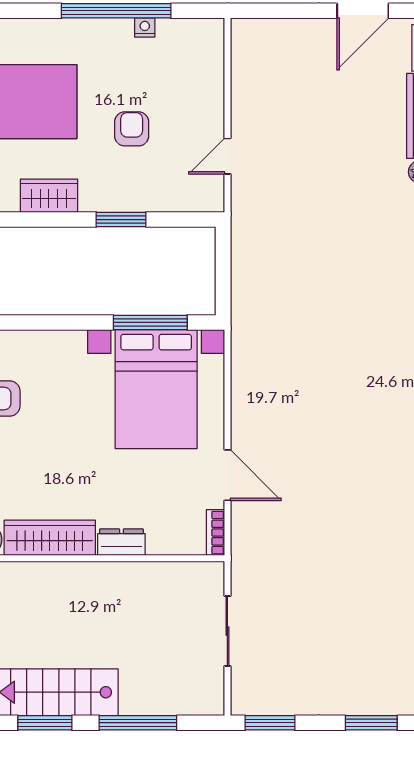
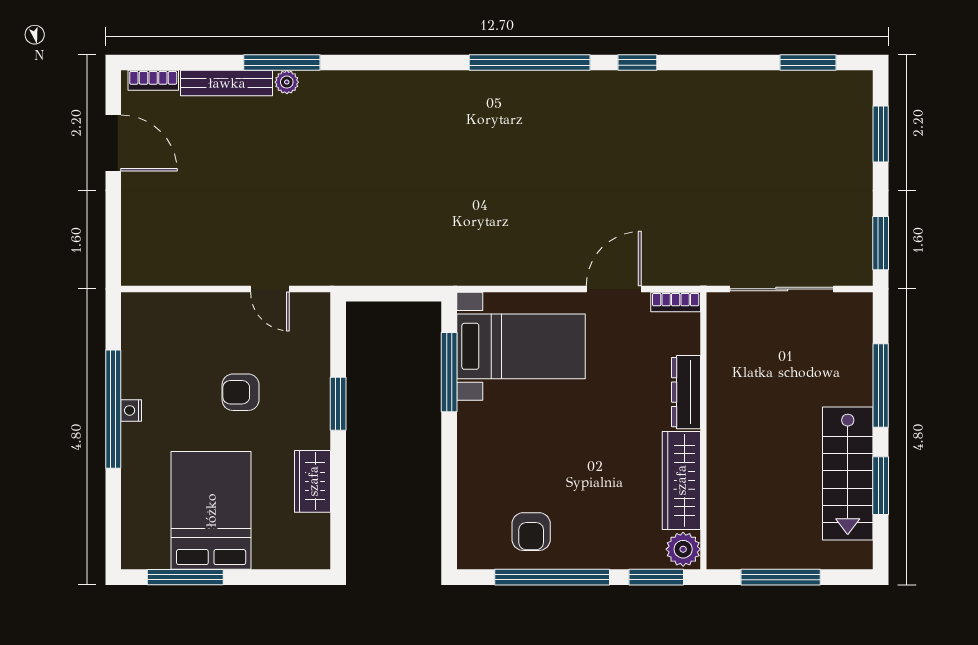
nightstand: (145, 27) -> (131, 410), moved
bed with nightstands: (156, 389) -> (521, 346), width x0.73
dresser: (121, 542) -> (686, 392), width x1.44
sliding door: (227, 631) -> (782, 289), width x1.37

